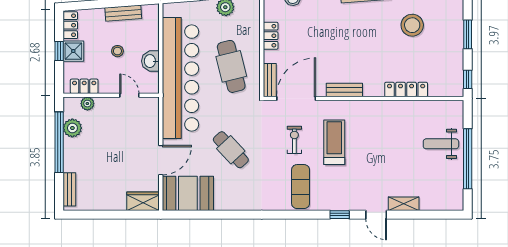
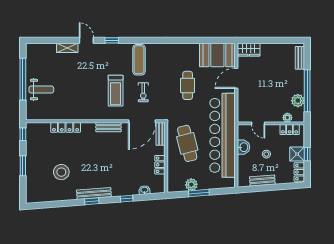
cafe table: (231, 150) -> (188, 85), turned 43

